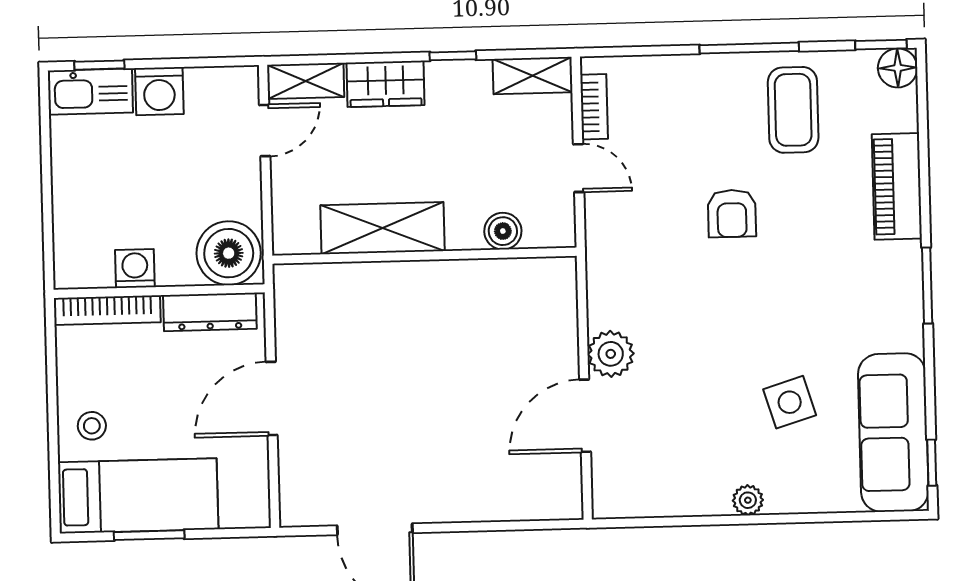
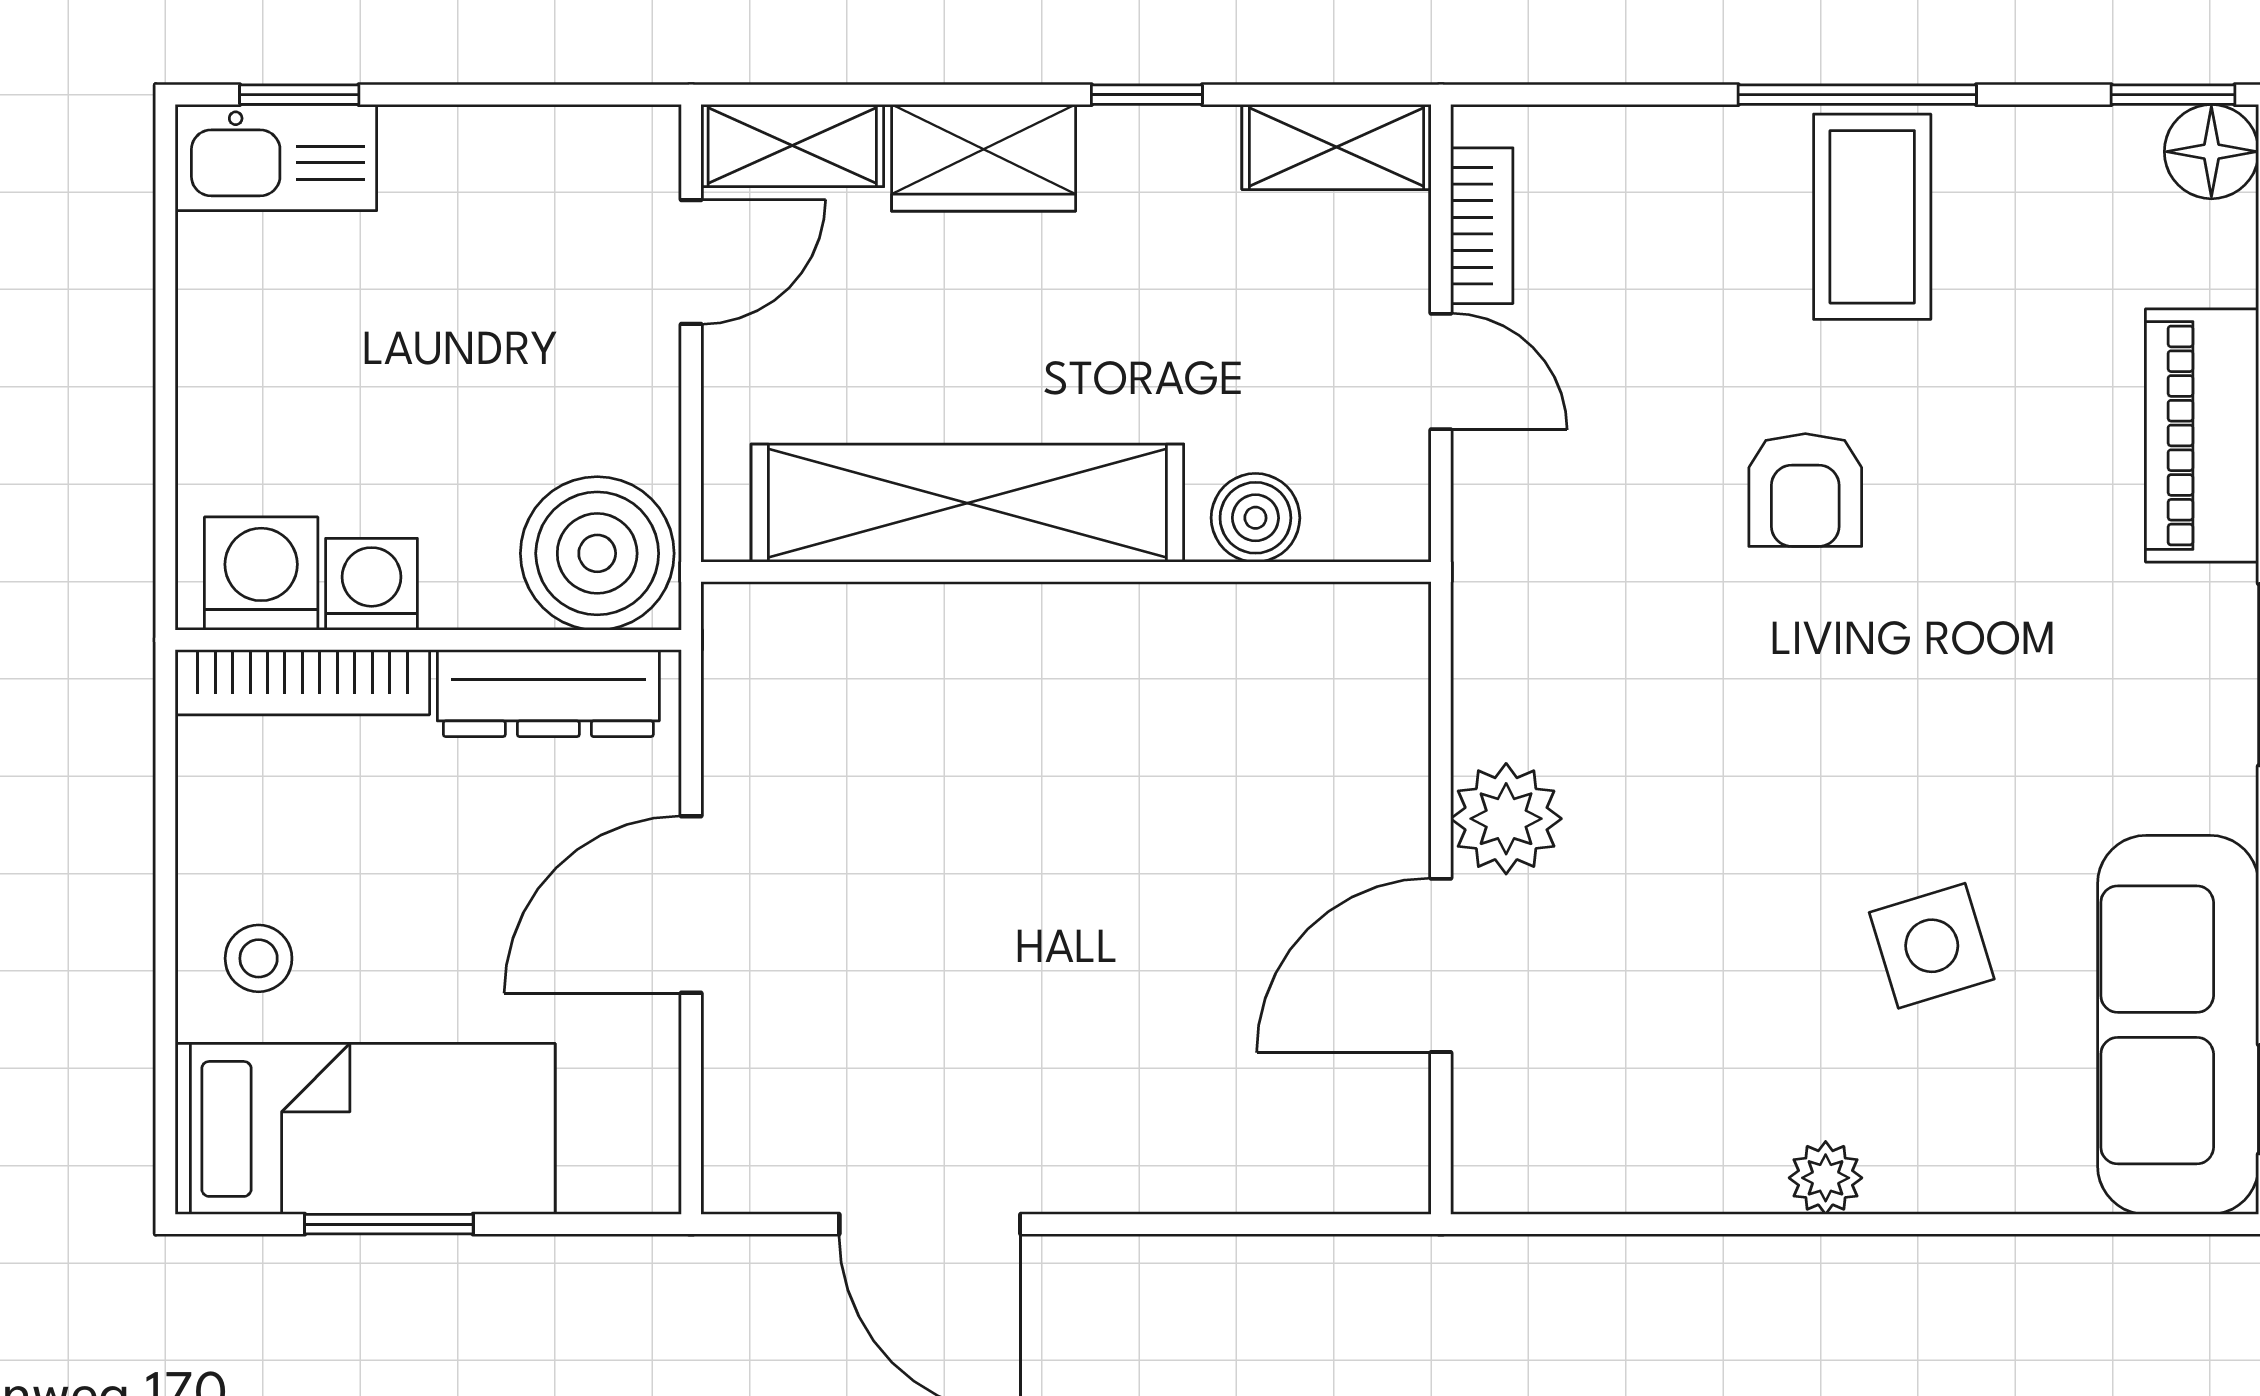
washing machine: (159, 91) -> (261, 574), moved, turned 180
coffee table: (793, 110) -> (1872, 217), moved
shelving: (383, 228) -> (967, 503), width x1.47

